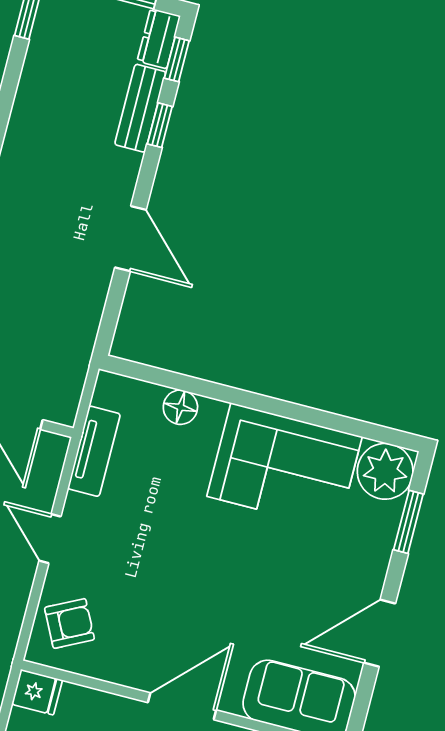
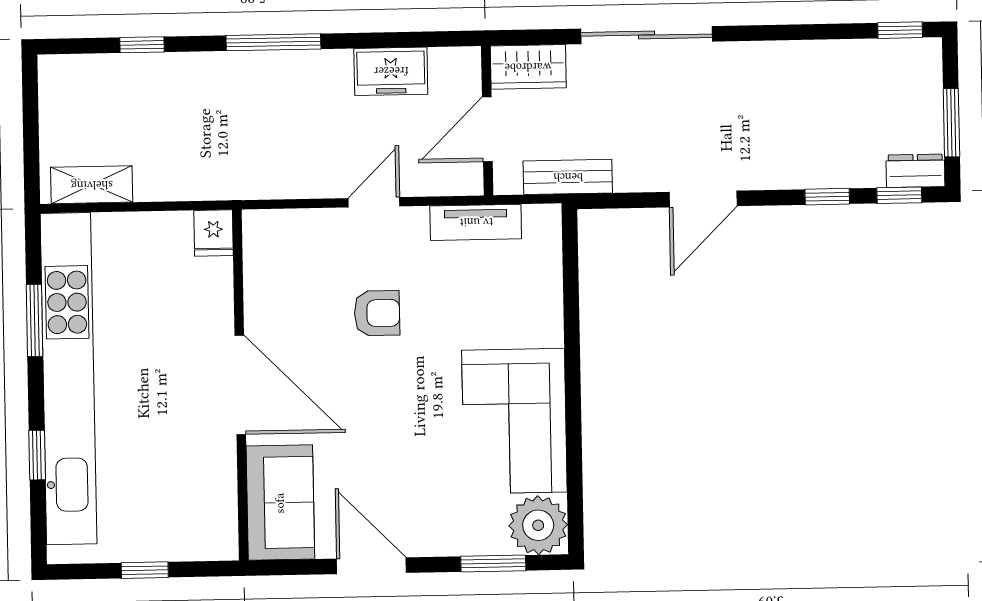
bench: (140, 108) -> (568, 177), moved
floor lamp: (180, 407) -> (545, 298), removed
armchair: (69, 623) -> (377, 313), moved, turned -63
door: (182, 706) -> (240, 385), width x1.36

